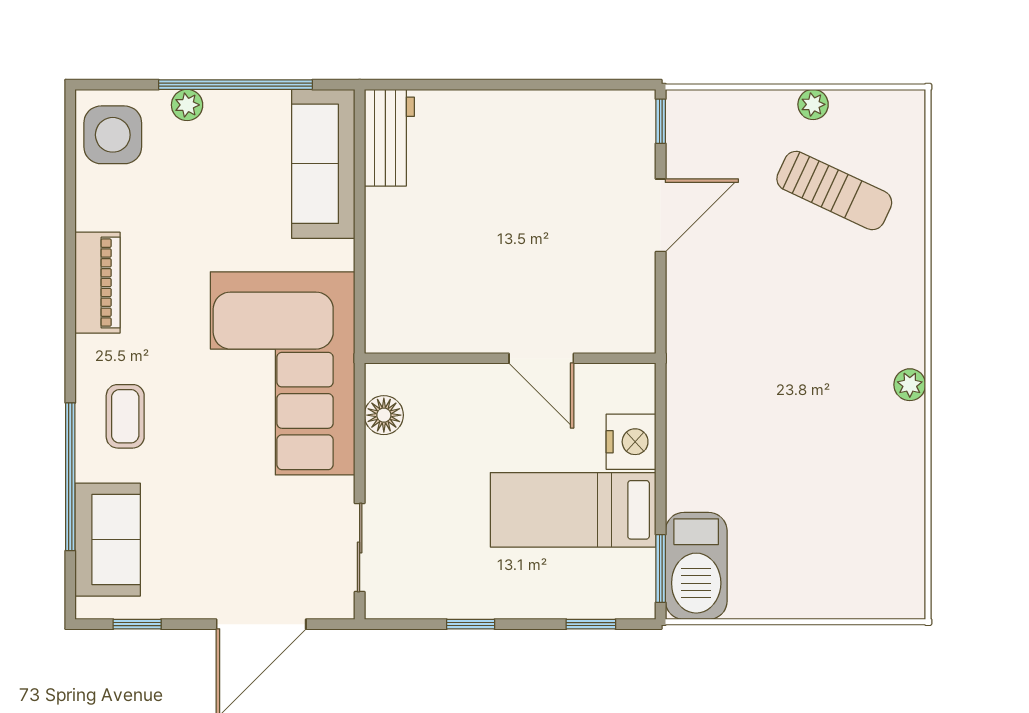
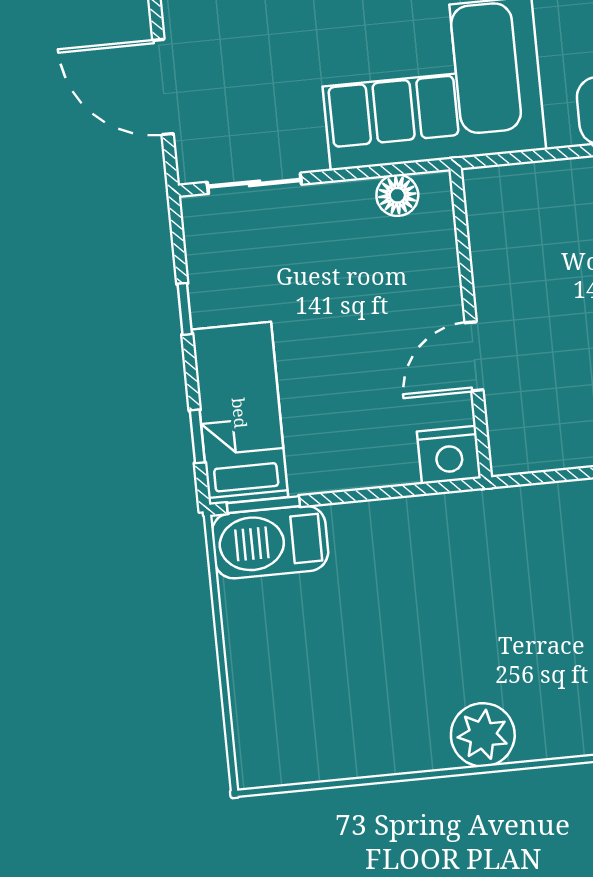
plant: (910, 385) -> (483, 735), width x1.87, depth x1.87
nightstand: (631, 442) -> (449, 455), moved
bed: (573, 510) -> (240, 413), moved

